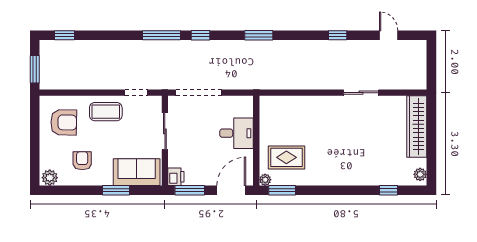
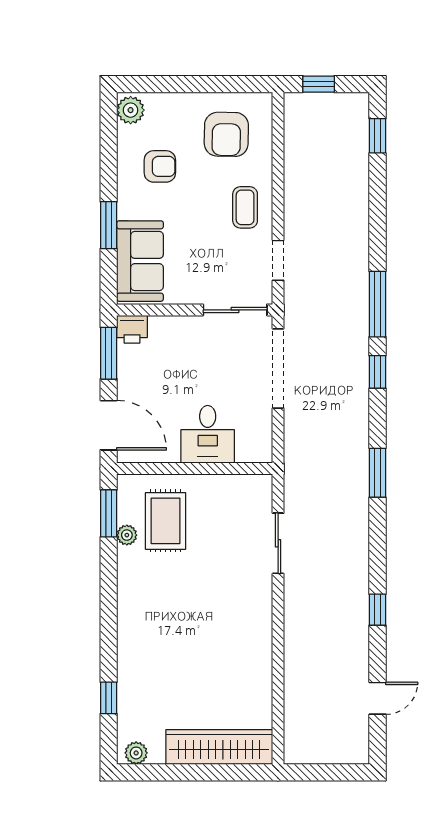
window: (35, 69) -> (319, 84), width x0.67
sliding door: (361, 93) -> (278, 543), moved
coffee table: (106, 112) -> (245, 207), width x0.73, depth x0.77
sliding door: (165, 131) -> (235, 310), moved
plant: (265, 180) -> (127, 535), moved

